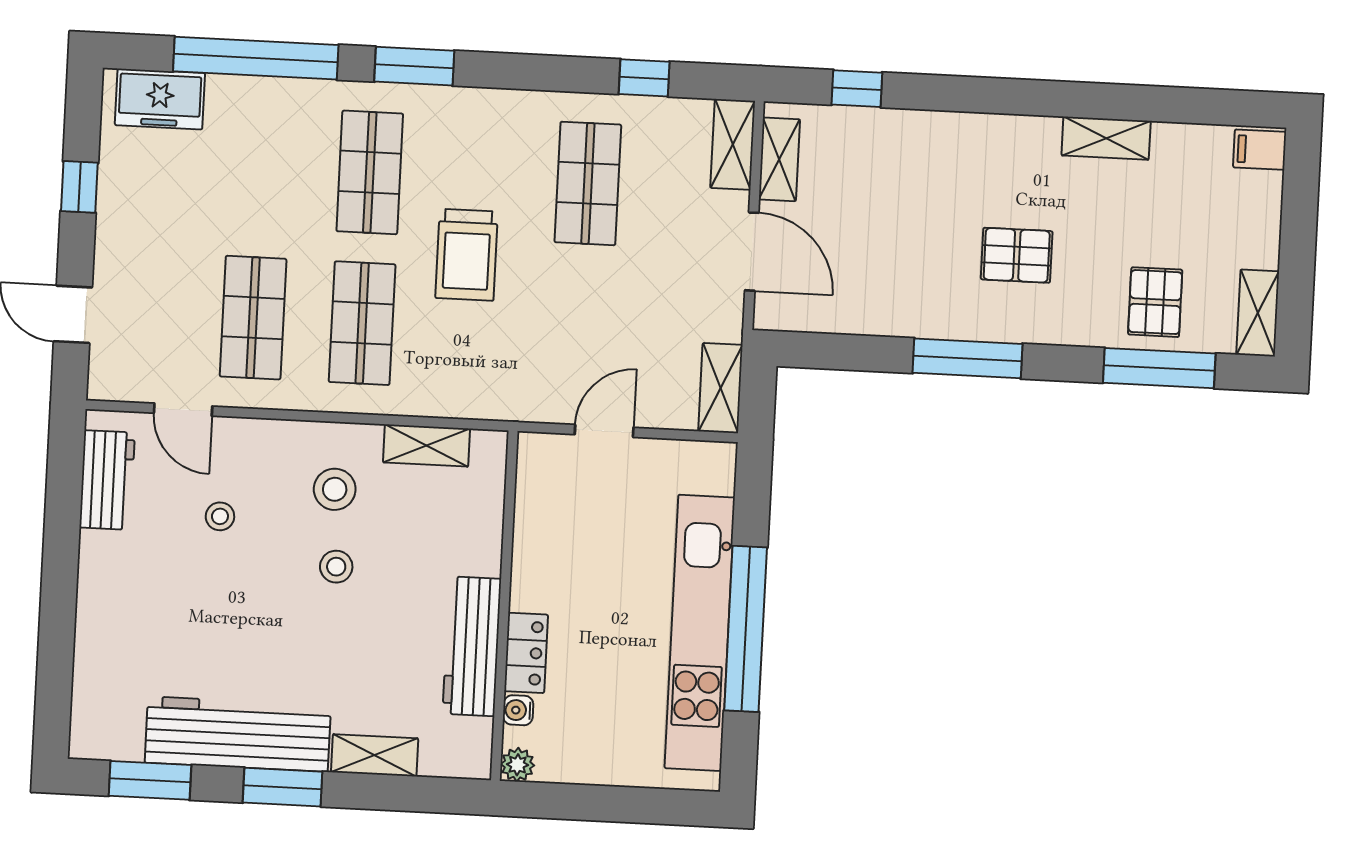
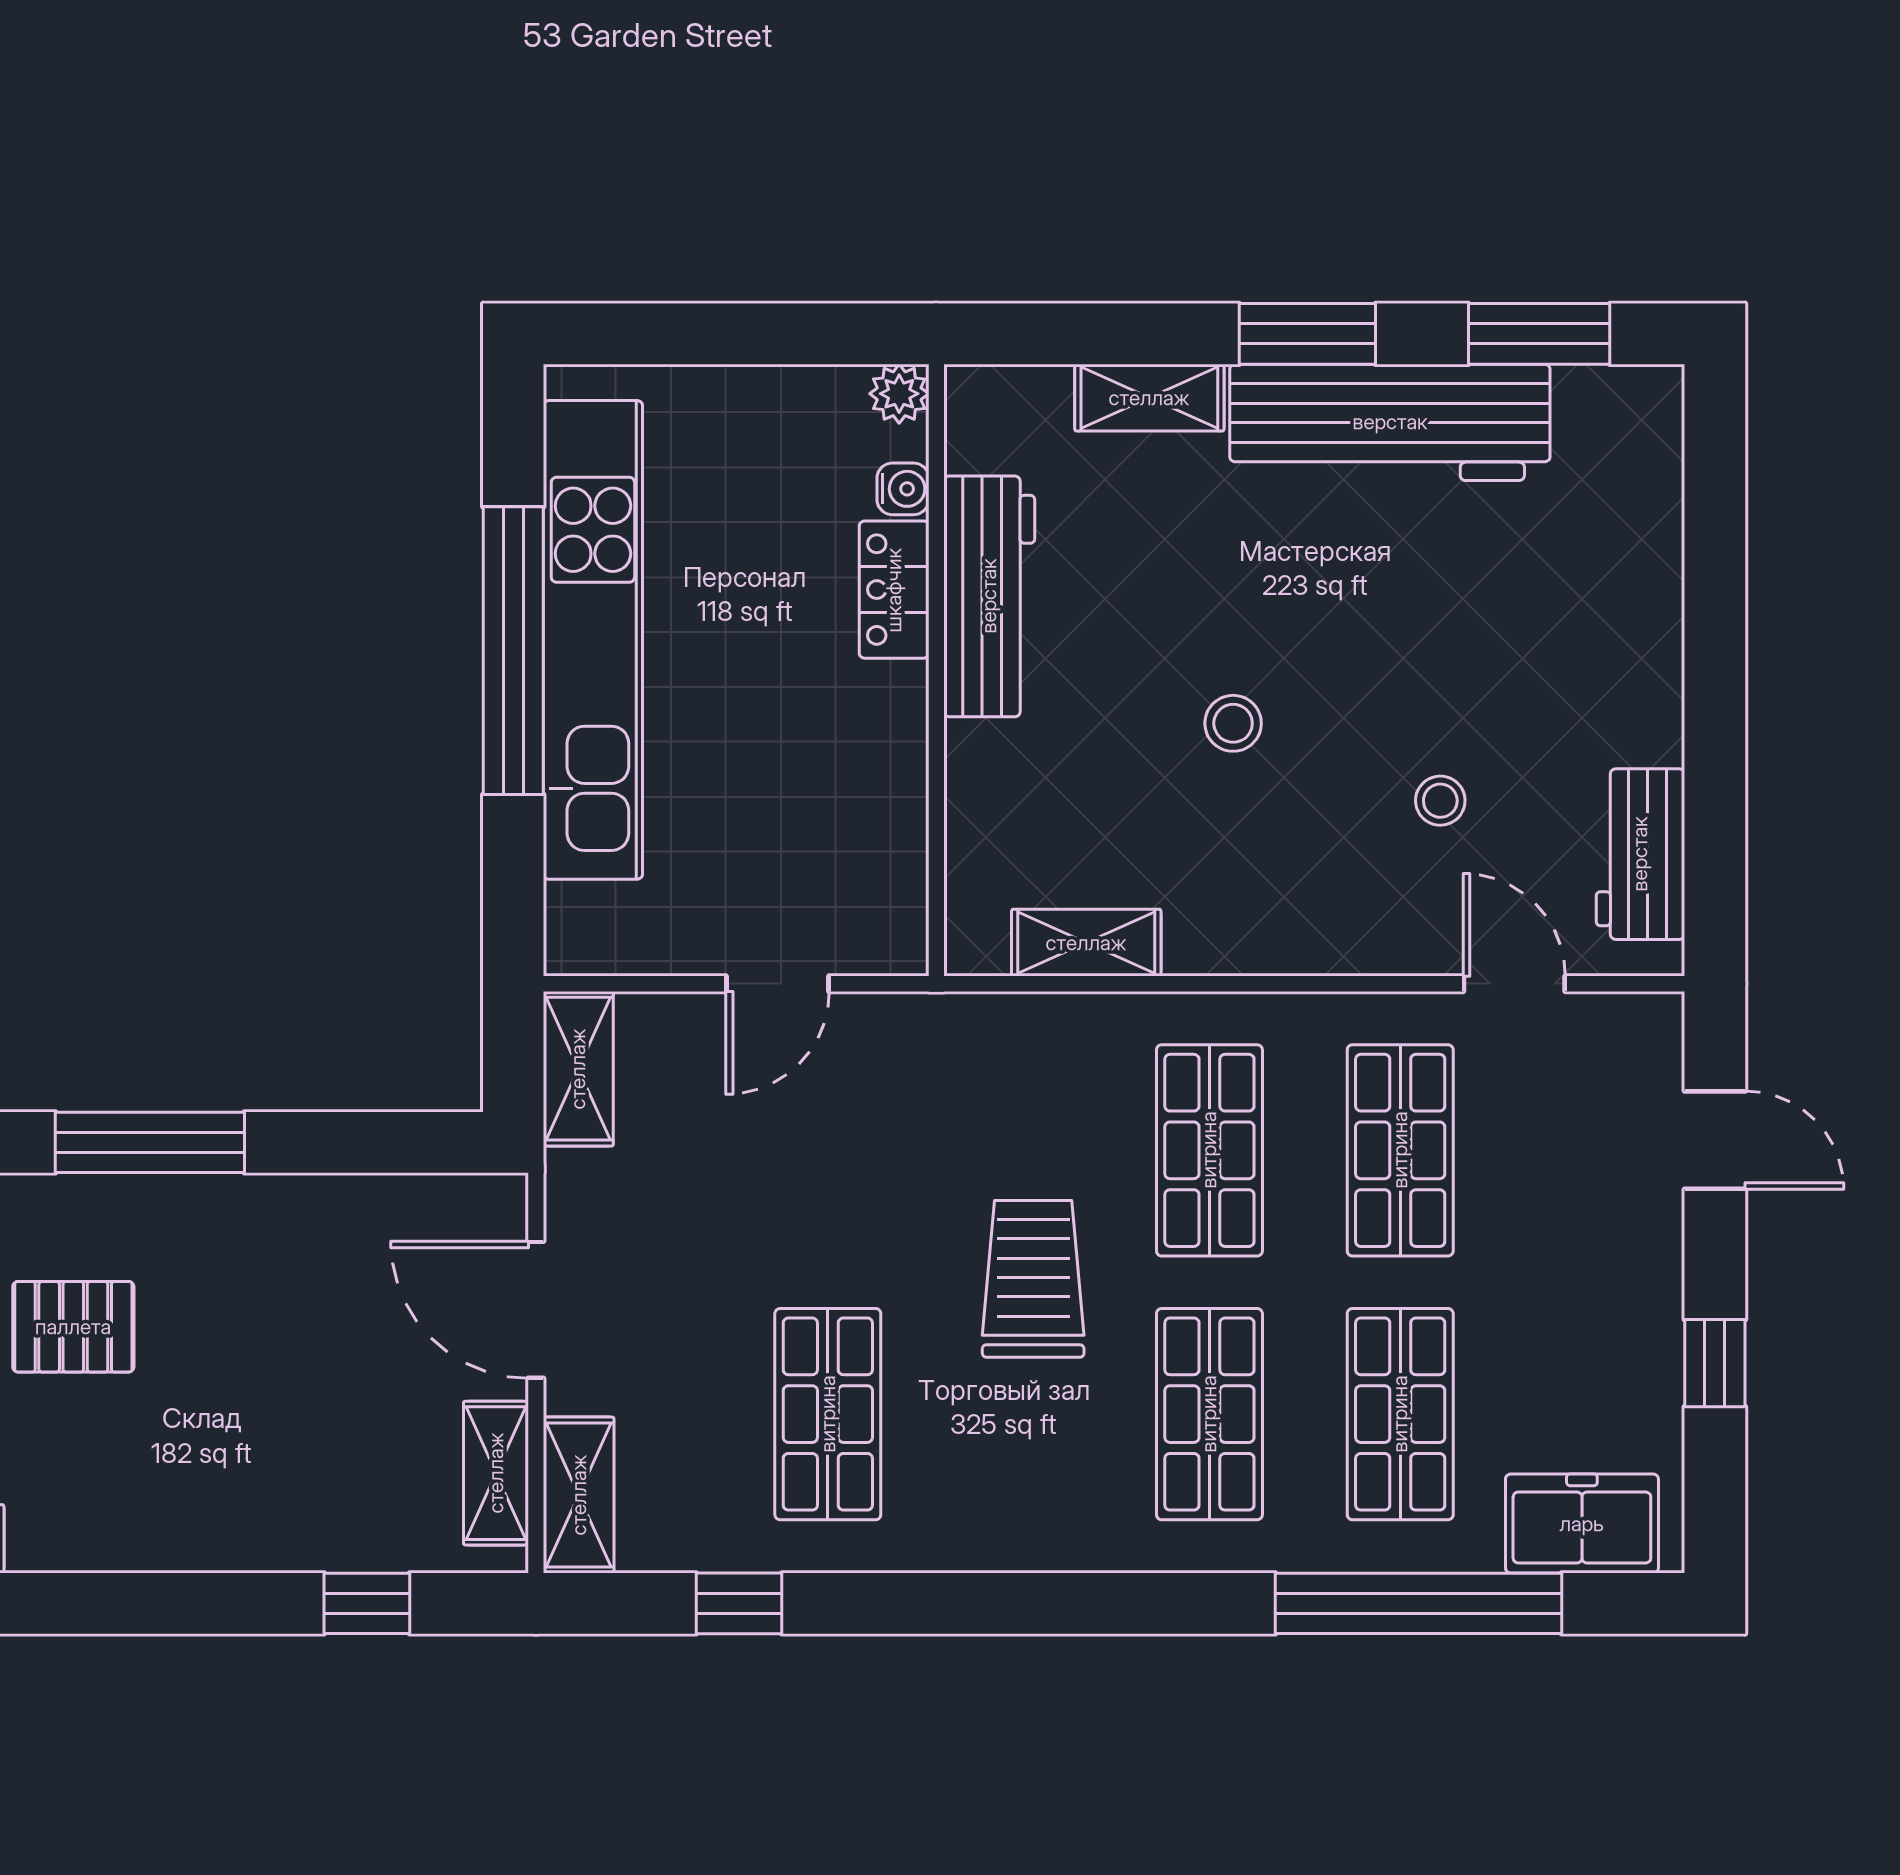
window: (414, 66) -> (1141, 1603), removed
shop shelf: (261, 167) -> (1400, 1414), added
stool: (335, 489) -> (1243, 858), removed

